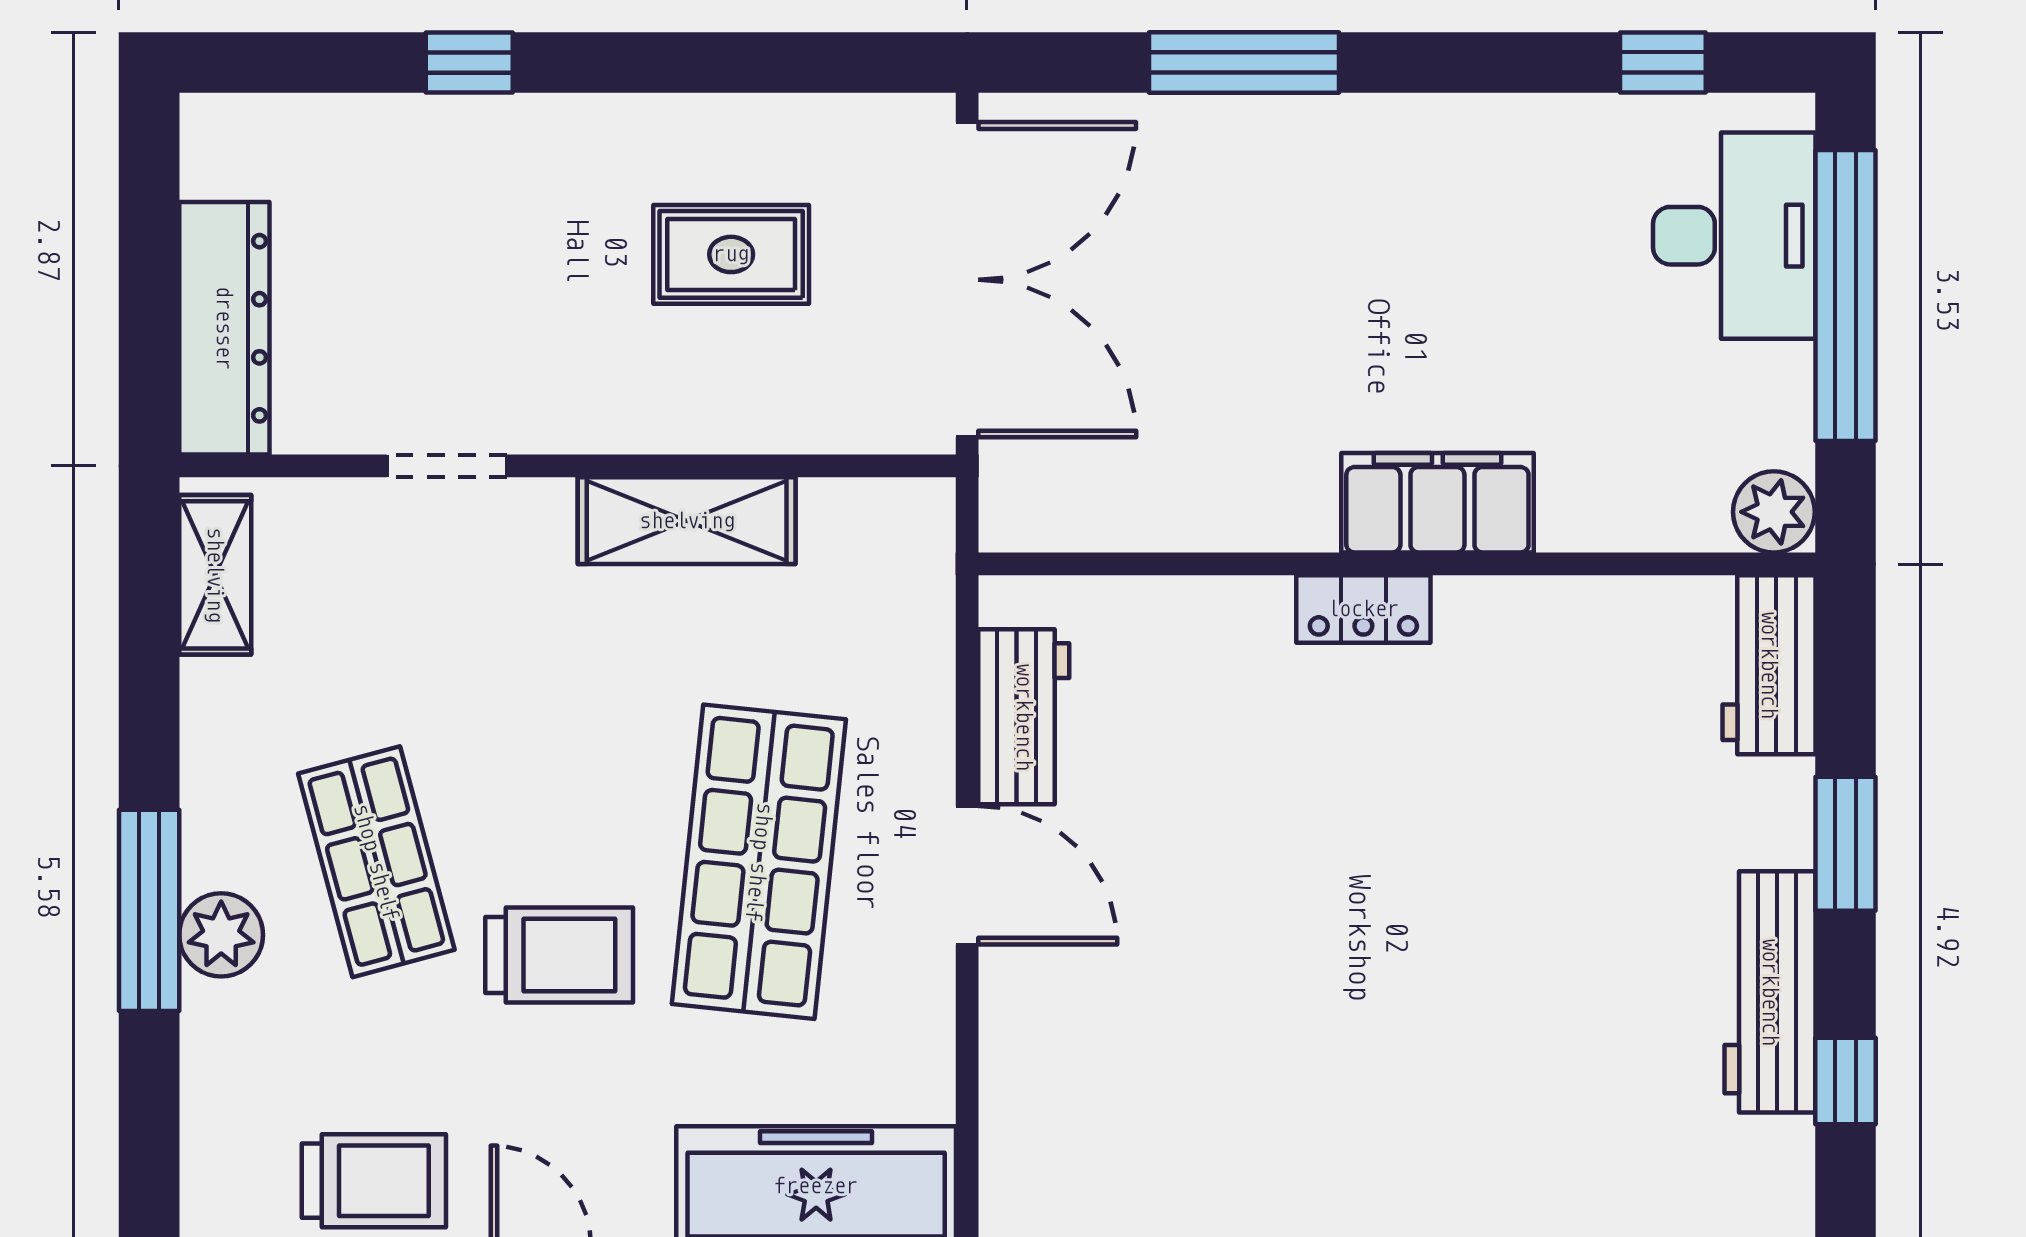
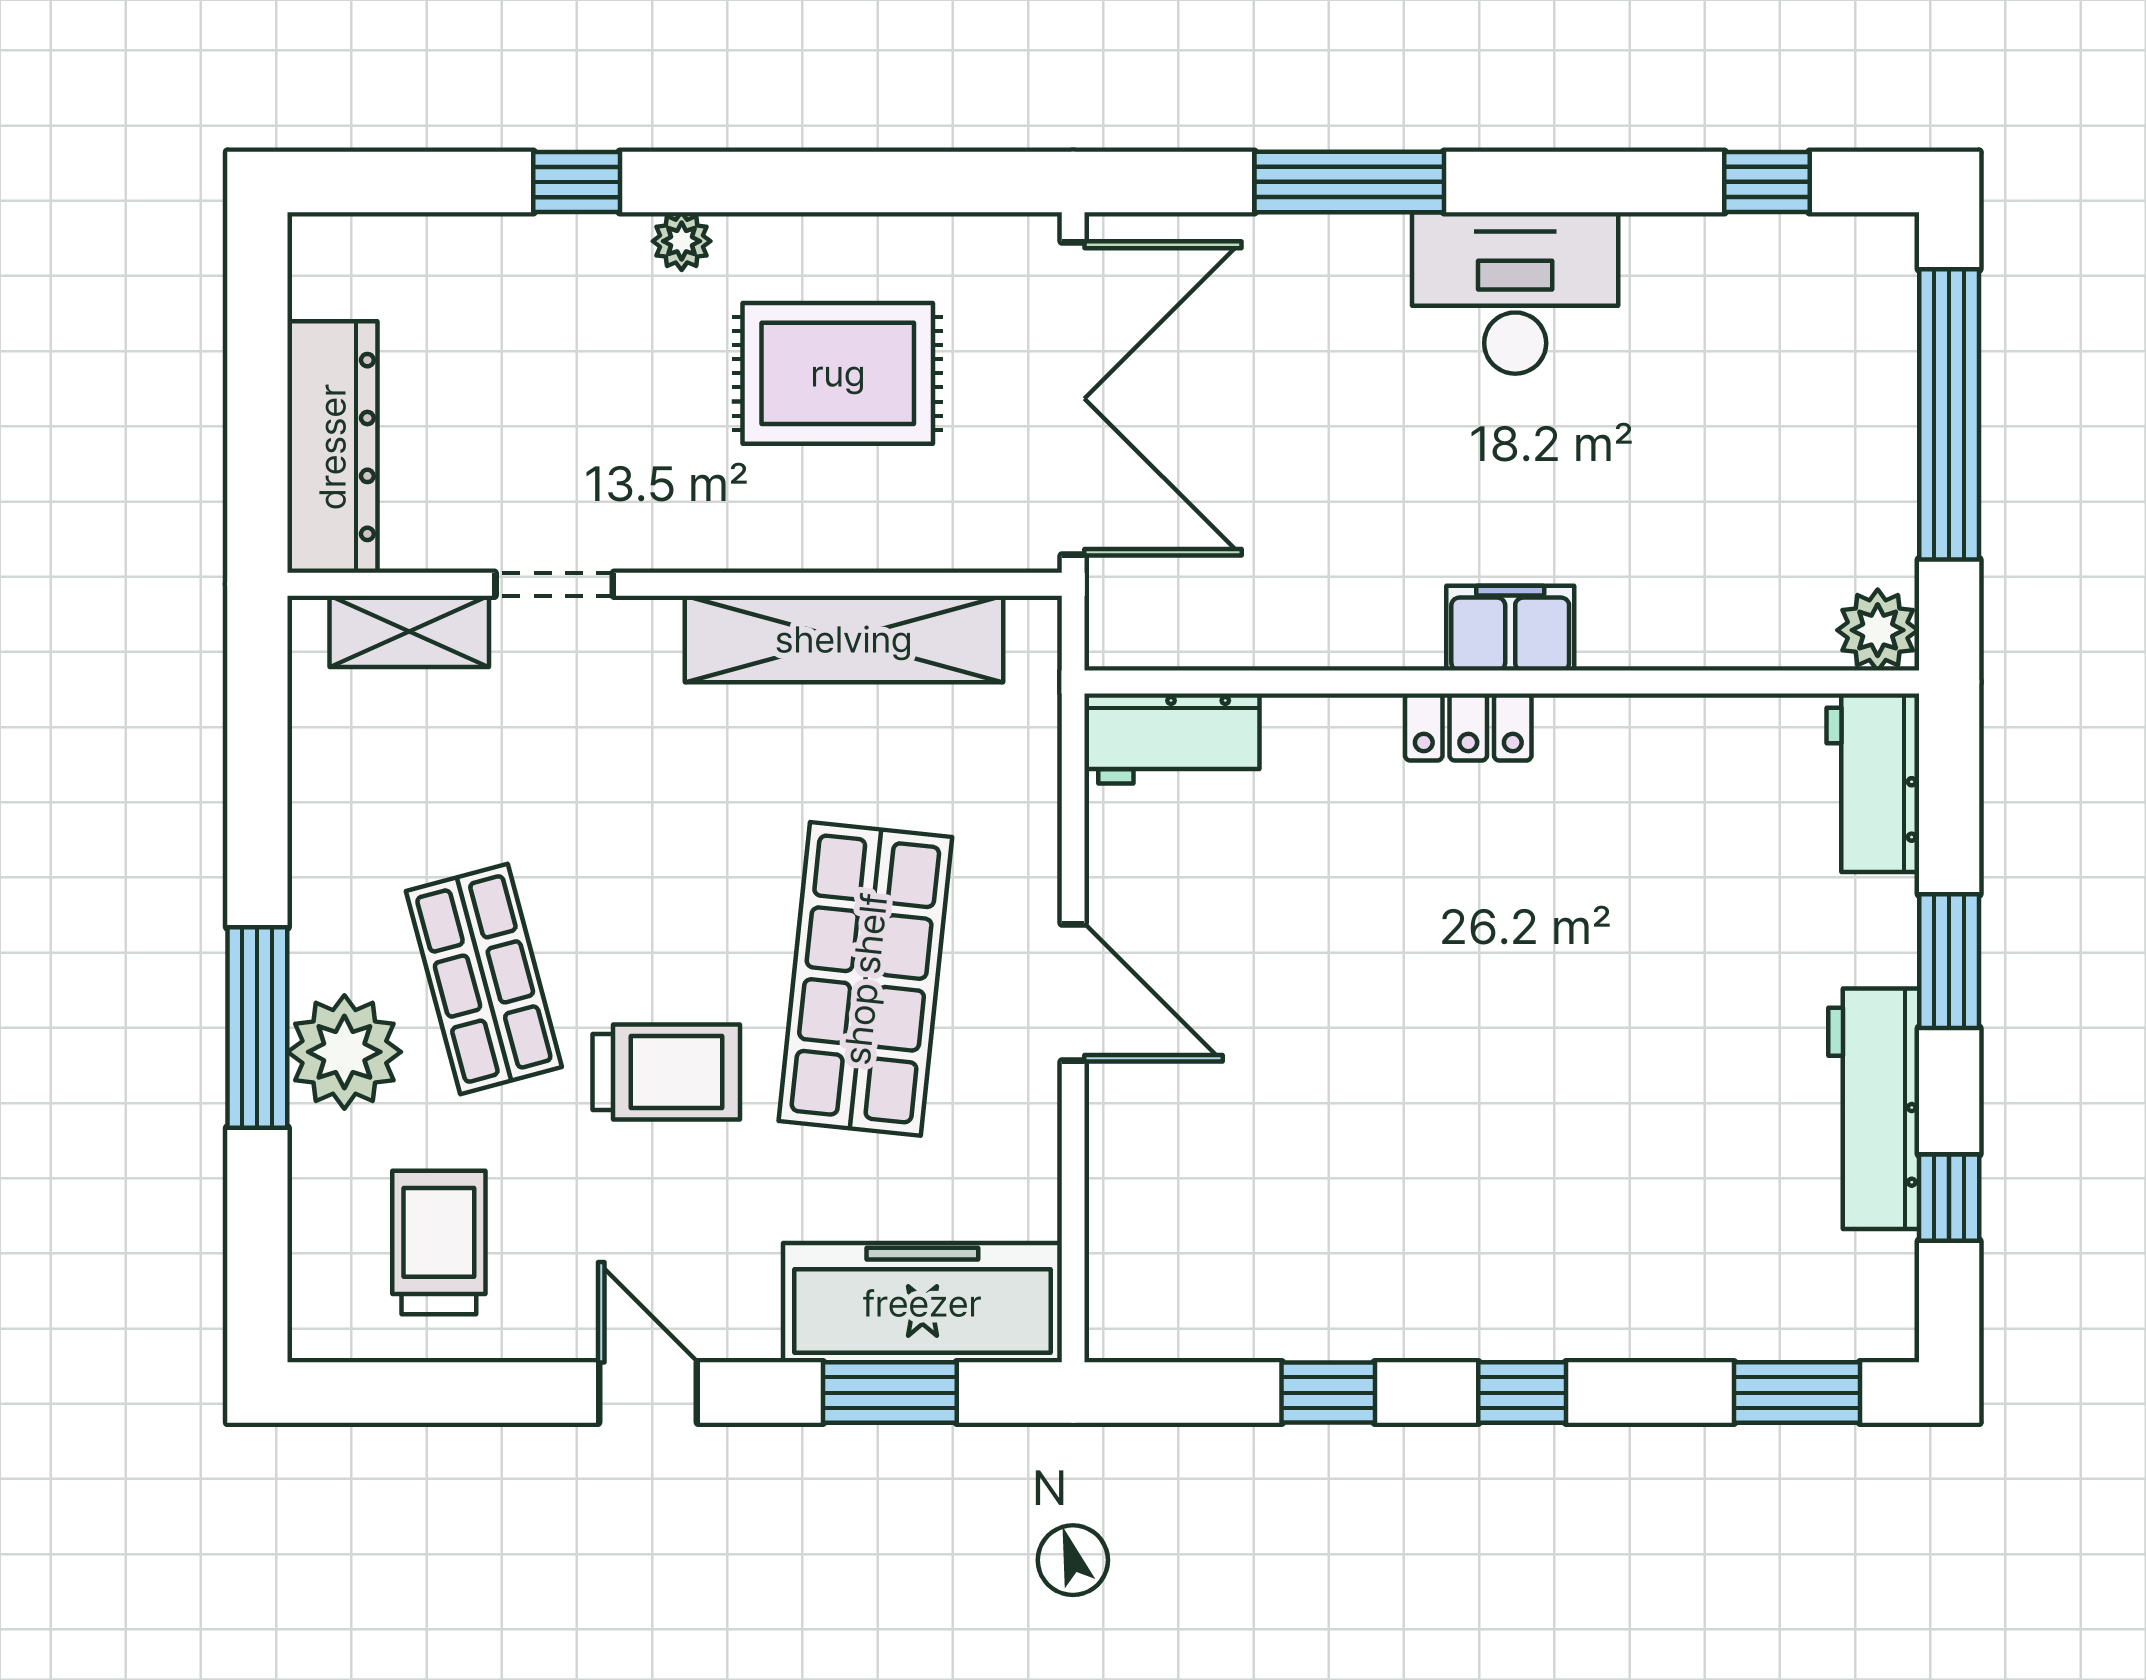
plant: (575, 122) -> (682, 241), added
desk: (1734, 236) -> (1515, 293), moved, turned -90
rug: (731, 254) -> (838, 373), width x1.36, depth x1.43
filing cabinet: (1437, 503) -> (1510, 628), width x0.67, depth x0.86
shelving: (687, 521) -> (844, 639), width x1.47
shelving: (215, 575) -> (409, 631), moved, turned 90
workbench: (1024, 717) -> (1172, 738), moved, turned 90
plant: (221, 935) -> (344, 1052), width x1.36, depth x1.36
trolley: (374, 1181) -> (439, 1243), moved, turned -90

